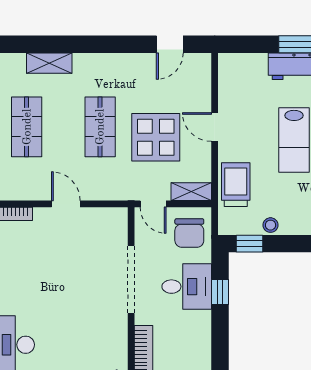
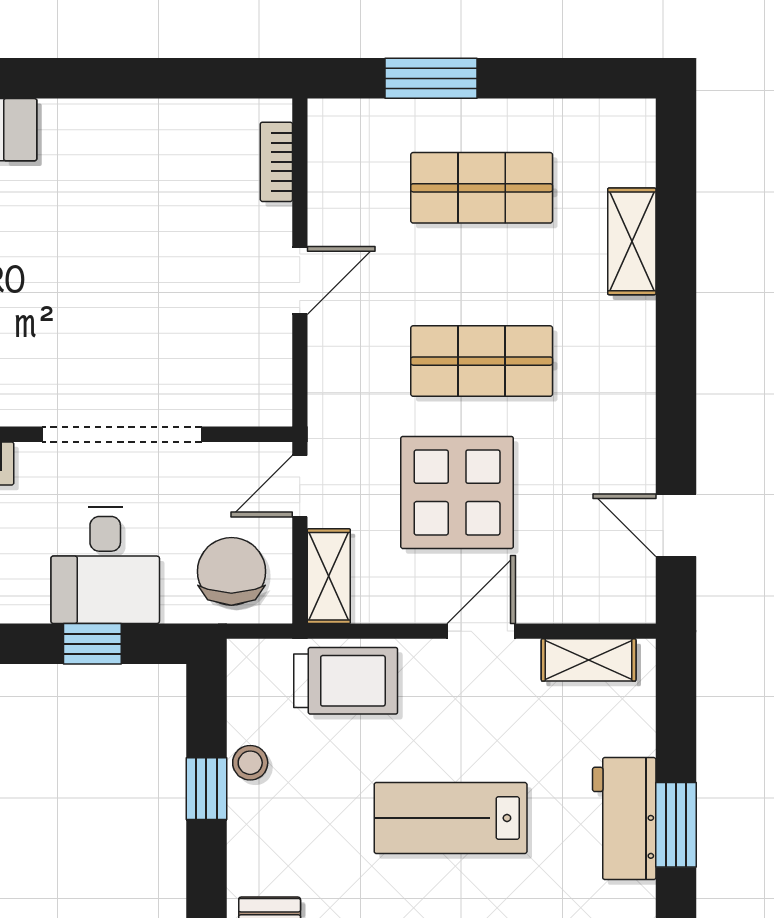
shelving: (227, 81) -> (589, 660), added
chair: (189, 233) -> (231, 571), turned 90
window: (249, 244) -> (206, 789), moved

